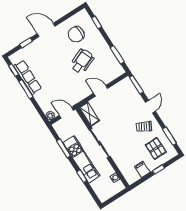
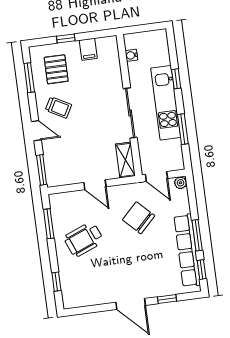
chair: (76, 34) -> (139, 218), moved, turned -135
wheelchair: (82, 61) -> (84, 239), moved
row of seats: (27, 77) -> (187, 251), width x1.36
door: (150, 107) -> (36, 131), swing flipped

